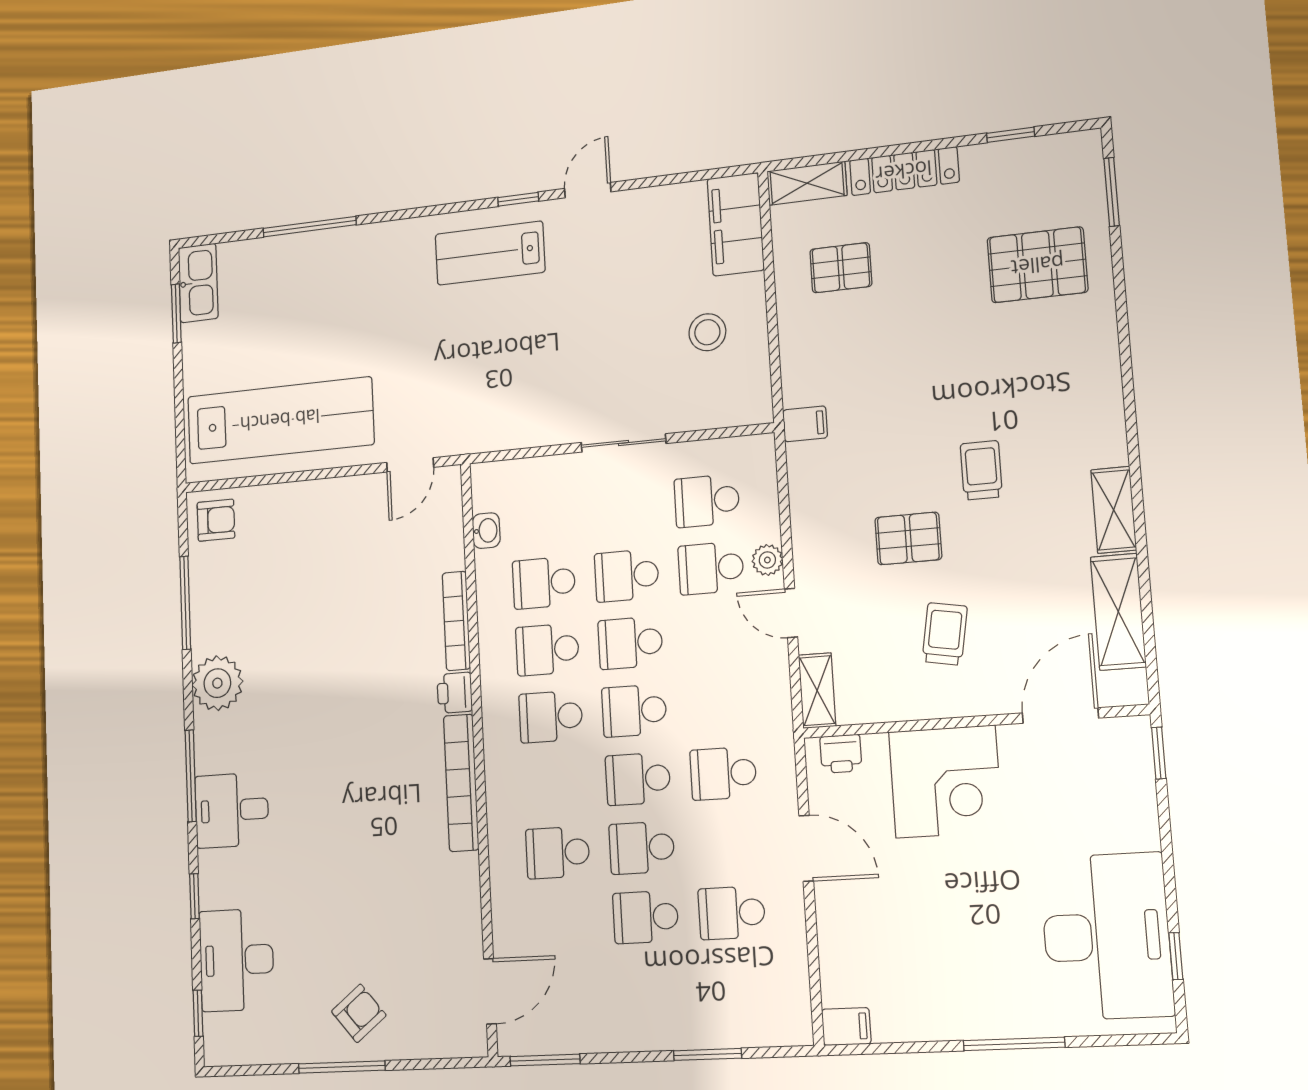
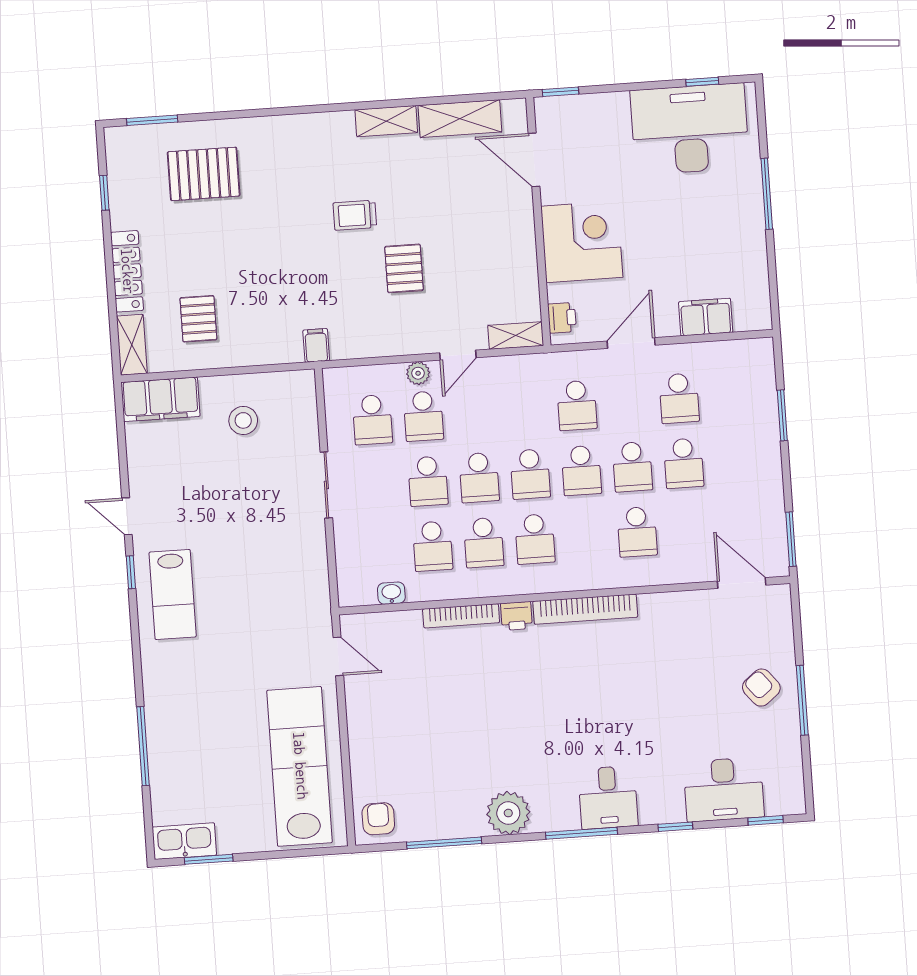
pallet: (1037, 265) -> (204, 174), turned 90
trolley: (945, 634) -> (475, 242), removed
filing cabinet: (846, 1027) -> (706, 317), moved, width x2.00

